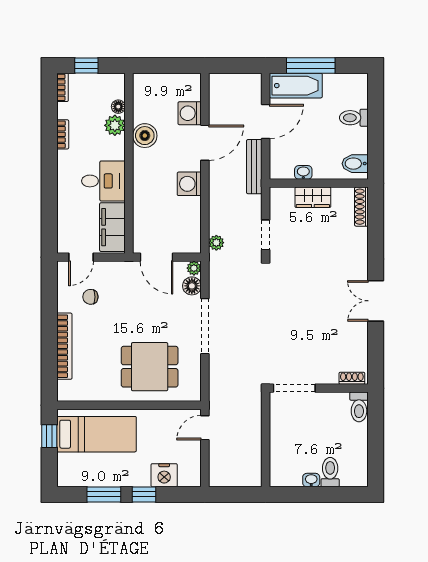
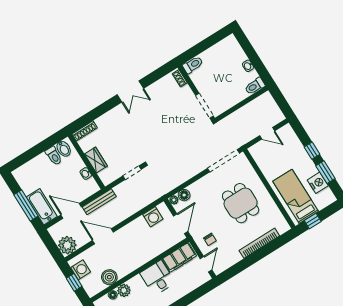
window: (167, 66) -> (74, 282), added
washing machine: (190, 113) -> (81, 270), moved, turned -90
toilet: (354, 118) -> (54, 156), moved
boiler: (145, 136) -> (109, 277), moved
washing machine: (189, 184) -> (153, 217), moved
plant: (216, 243) -> (67, 245), moved, width x1.88, depth x1.88
door: (81, 257) -> (206, 264), hinge flipped
chair: (90, 297) -> (210, 239), moved
doorway: (205, 326) -> (223, 161), moved
dining table: (150, 367) -> (241, 203), moved
door: (205, 428) -> (267, 133), moved
toilet: (330, 472) -> (255, 86), moved
nightstand: (164, 475) -> (318, 183), moved

